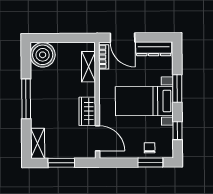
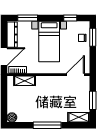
boiler: (43, 55) -> (12, 117), width x0.54, depth x0.54
window: (177, 89) -> (28, 18), moved
wardrobe: (87, 111) -> (56, 82), removed

